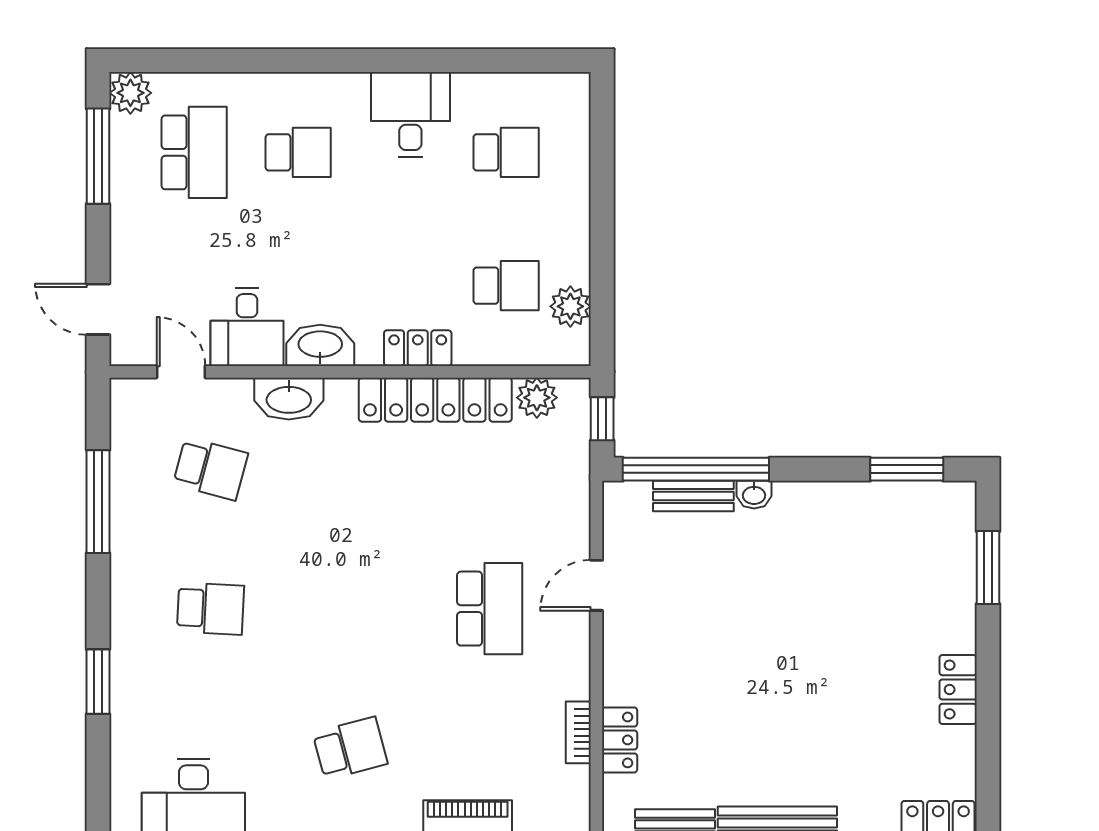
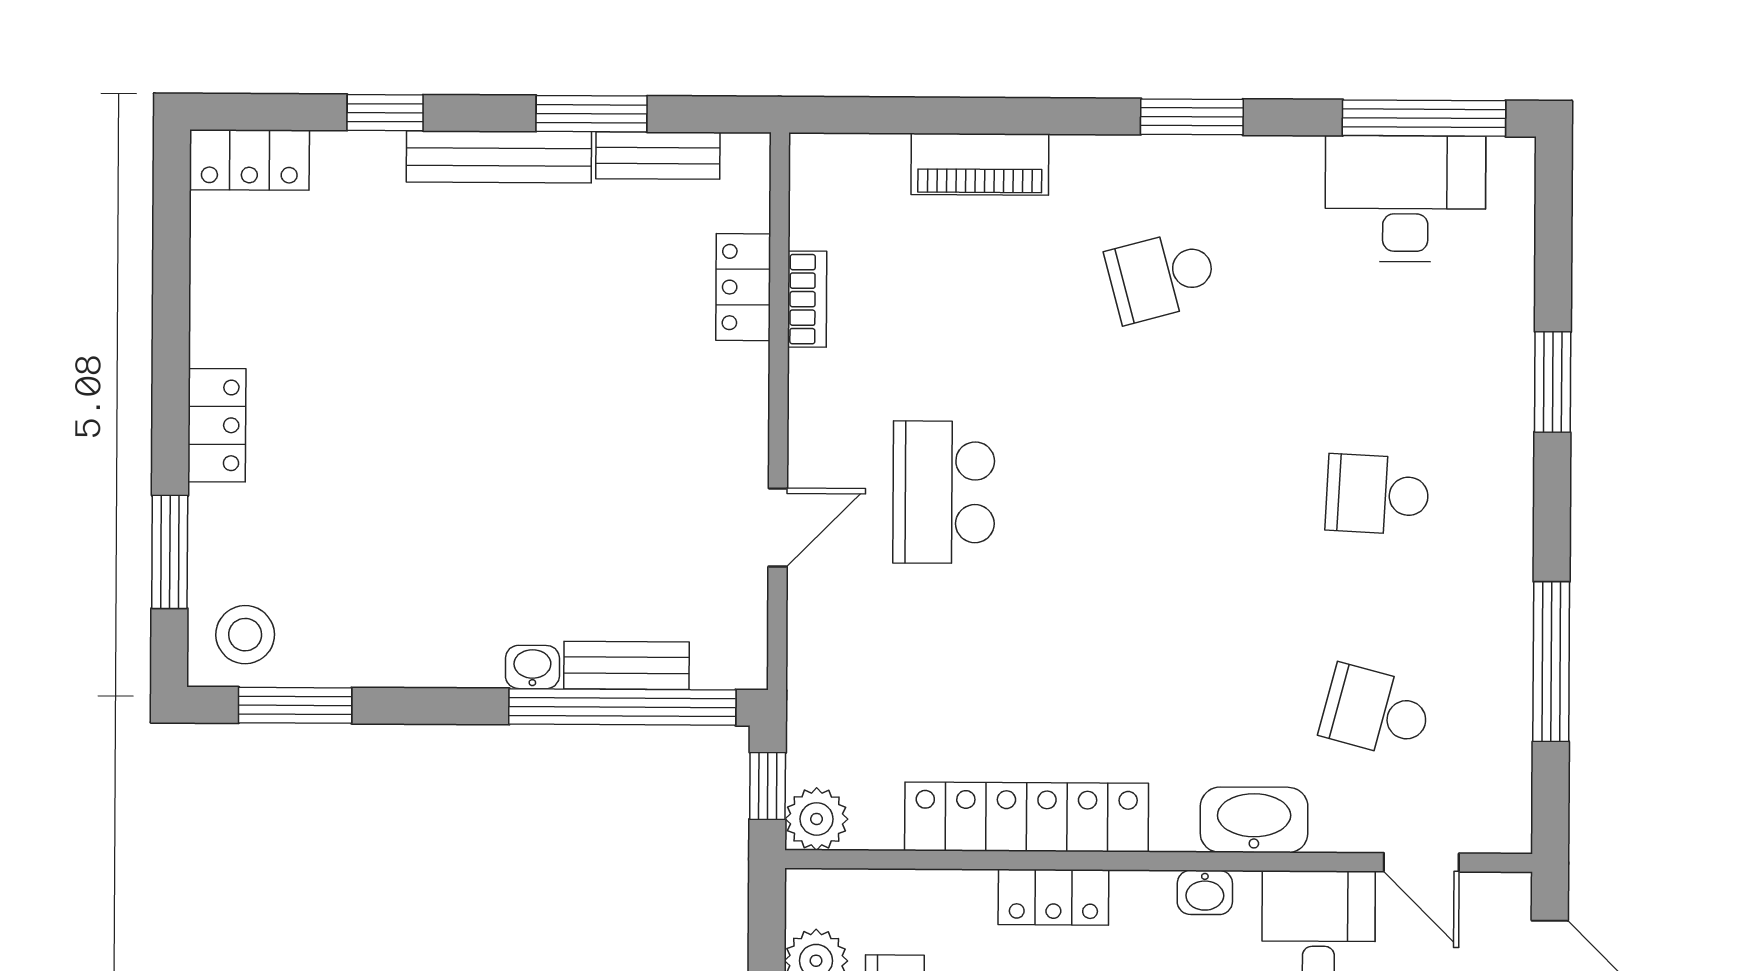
washbasin: (320, 345) -> (1205, 892), width x0.52, depth x0.69
plant: (537, 398) -> (817, 819), moved
stool: (939, 514) -> (245, 635), added
locker: (958, 689) -> (217, 425), moved

